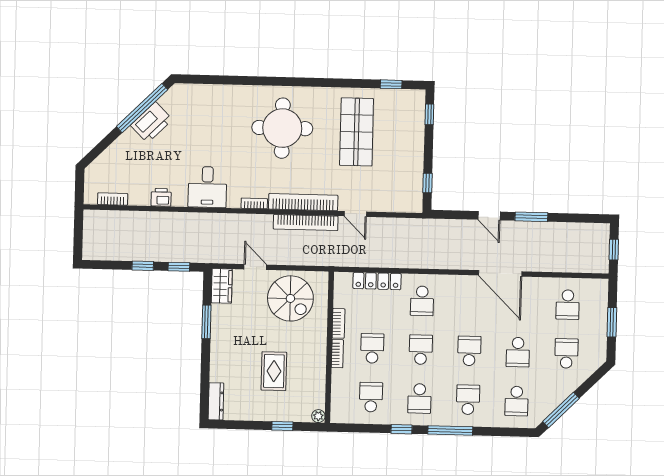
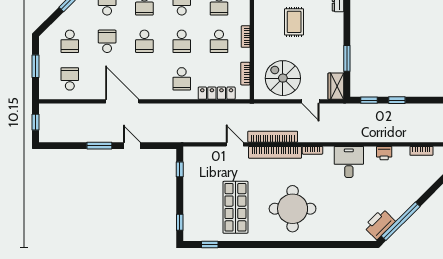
printer: (151, 122) -> (380, 224), moved
school desk: (422, 301) -> (182, 79), turned 180
bookcase: (338, 323) -> (245, 74), moved

